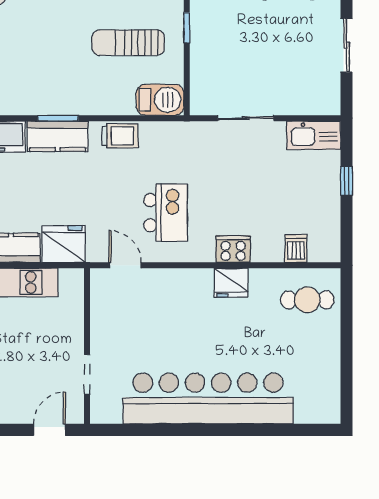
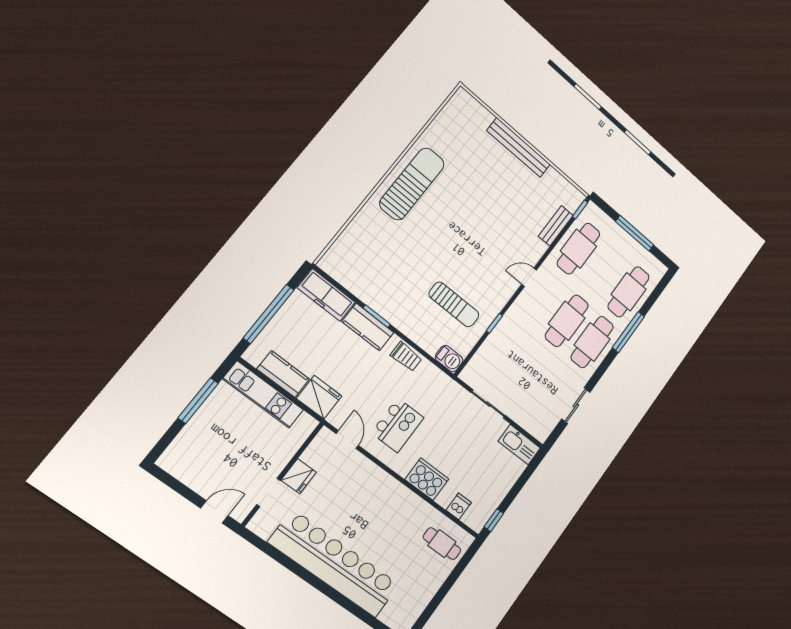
sun lounger: (128, 43) -> (454, 304), turned 180
barbecue: (160, 100) -> (449, 359), width x0.73, depth x0.79
window: (347, 181) -> (494, 520), moved
cooker: (233, 249) -> (427, 479), width x1.37, depth x1.31
fridge: (231, 283) -> (299, 476), moved, turned -90

